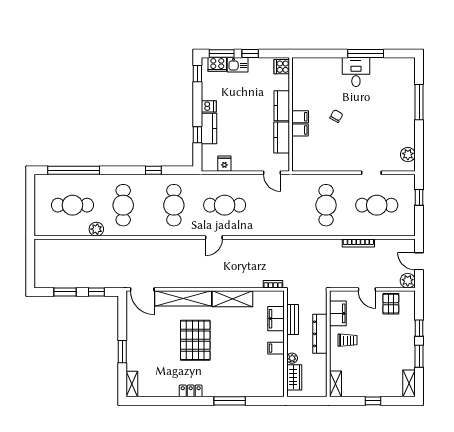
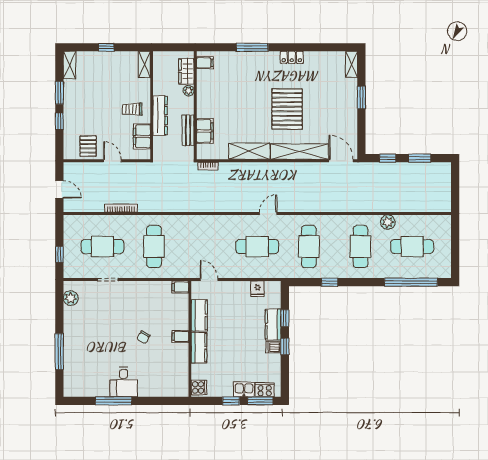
window: (197, 74) -> (285, 346), moved
filing cabinet: (300, 130) -> (180, 287), moved
plant: (408, 281) -> (71, 170), removed
filing cabinet: (276, 348) -> (205, 63), moved

